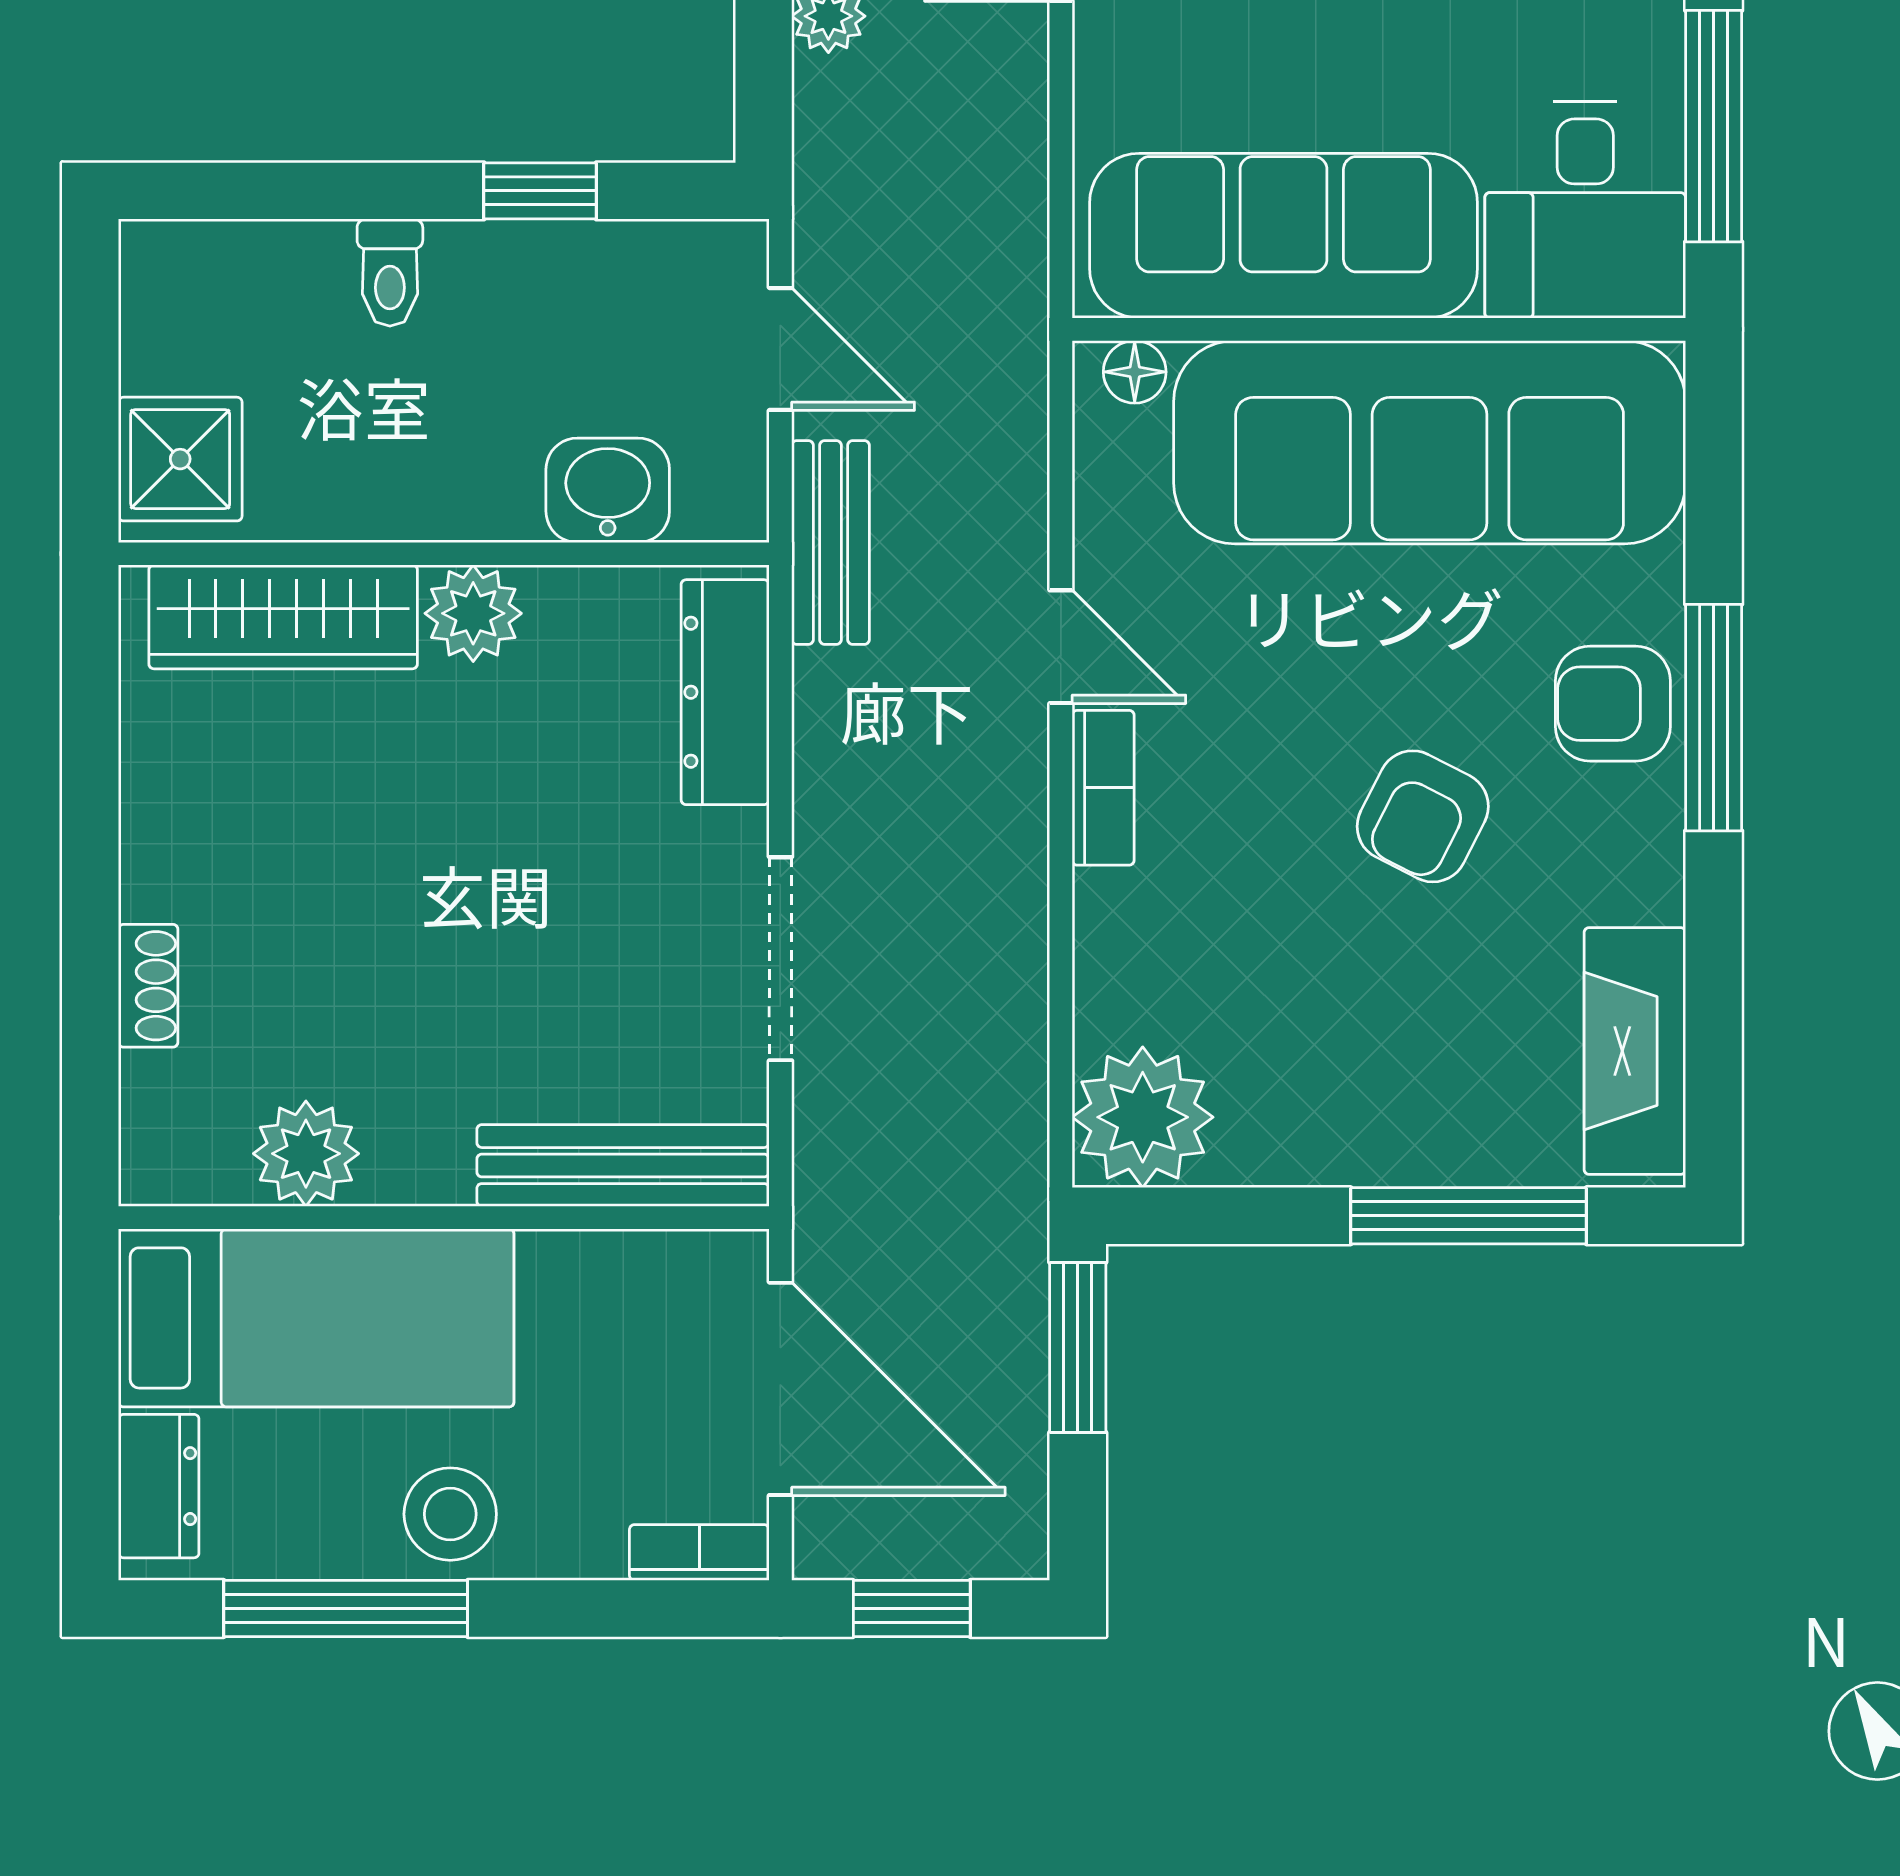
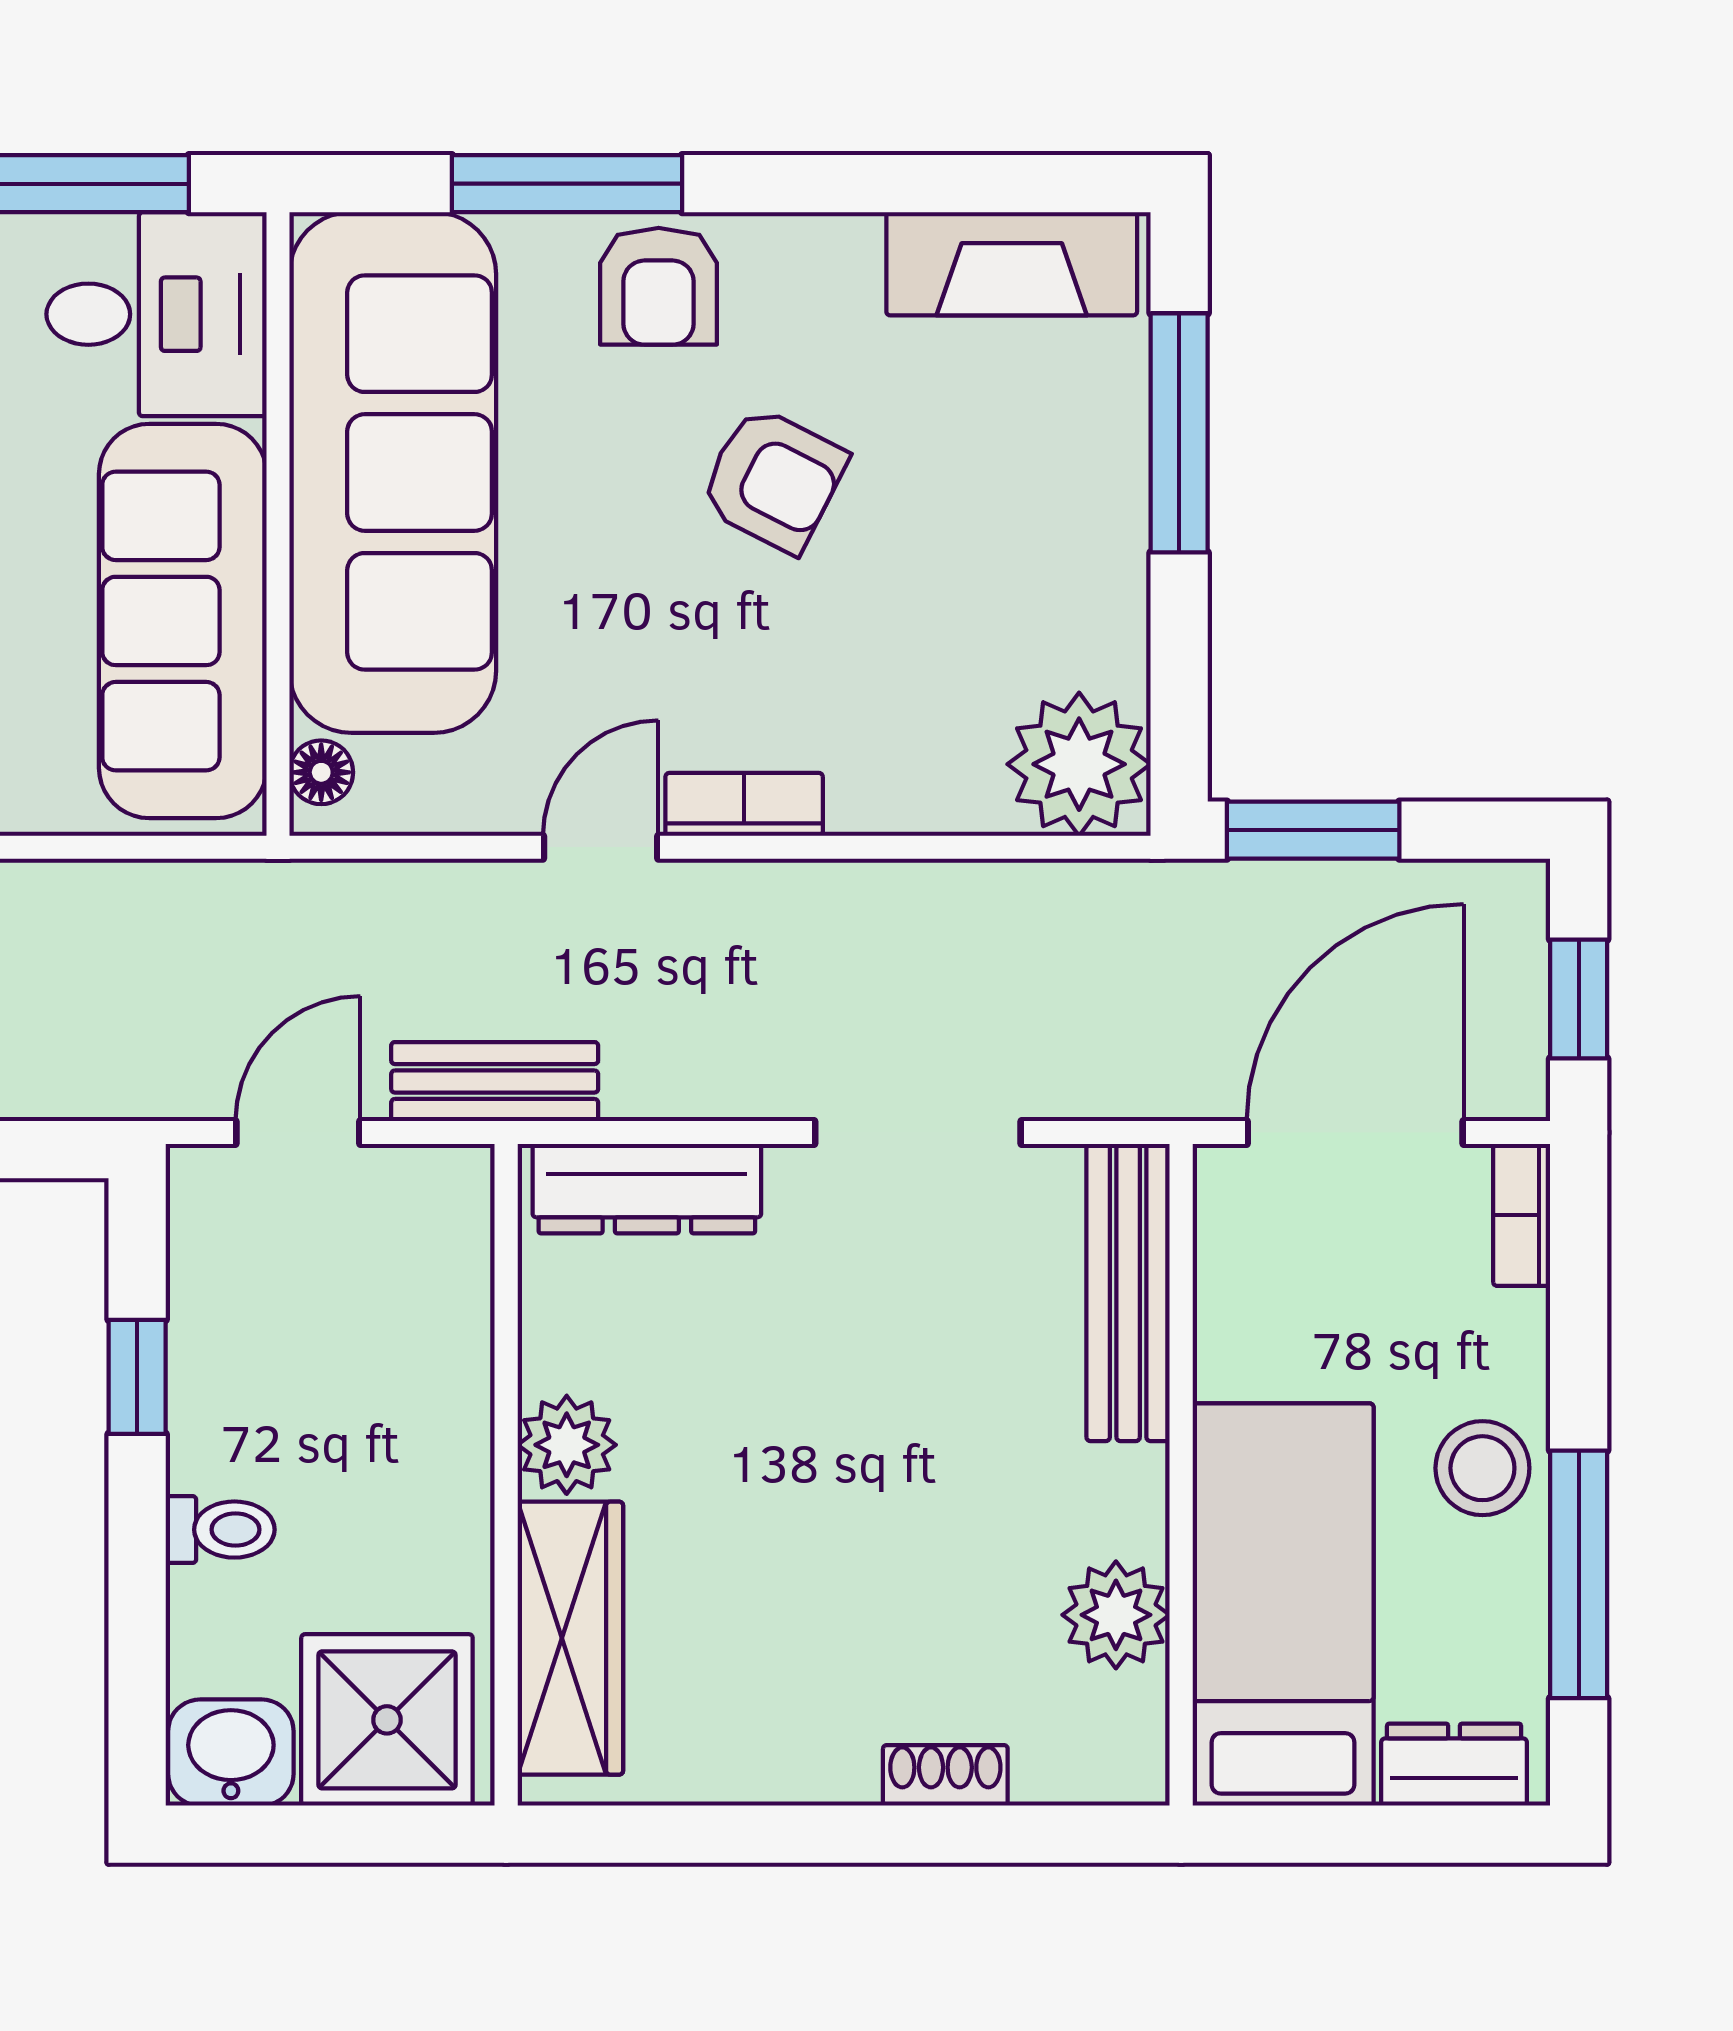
shower: (180, 459) -> (387, 1720), width x1.36, depth x1.36
washbasin: (608, 490) -> (231, 1753), moved, turned 90
window: (1714, 718) -> (567, 184), moved

